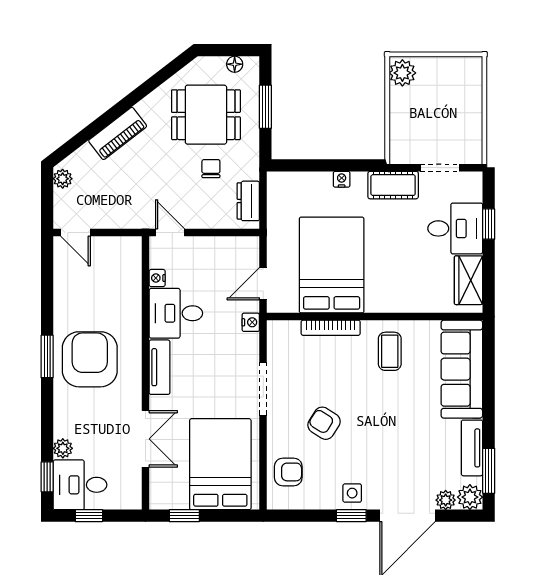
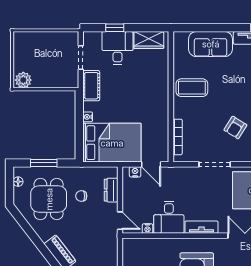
dresser: (248, 201) -> (111, 190), moved, turned 90
door: (170, 233) -> (120, 221), swing flipped
bed: (332, 265) -> (112, 143), moved, turned 180
nightstand: (251, 322) -> (135, 172), moved
bookcase: (331, 328) -> (178, 137), moved
coffee table: (390, 351) -> (192, 88), width x1.36, depth x1.30
sofa: (462, 369) -> (211, 44), width x0.73

